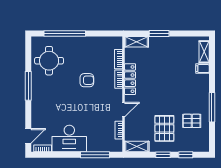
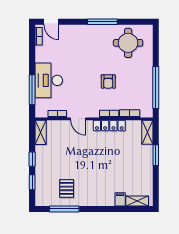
window: (65, 34) -> (156, 87), moved
window: (212, 107) -> (64, 209), moved
pallet: (164, 128) -> (59, 161), removed
desk: (69, 138) -> (49, 80), moved

